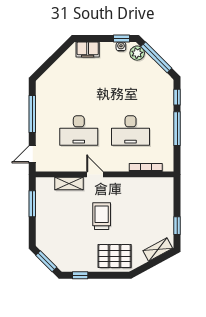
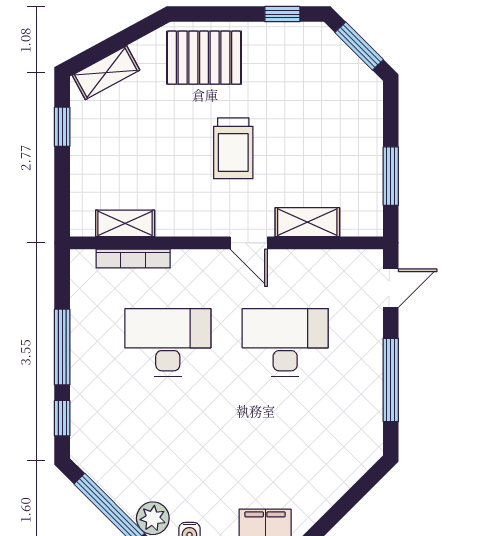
shelving: (149, 183) -> (125, 223), added

